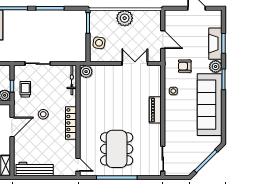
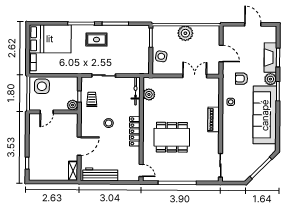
rug: (30, 25) -> (96, 40), added
plant: (86, 72) -> (149, 94), moved
door: (12, 127) -> (79, 146), moved
dining table: (117, 149) -> (172, 137), moved, turned 90

